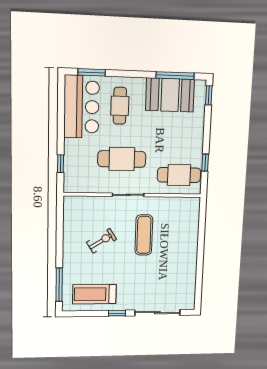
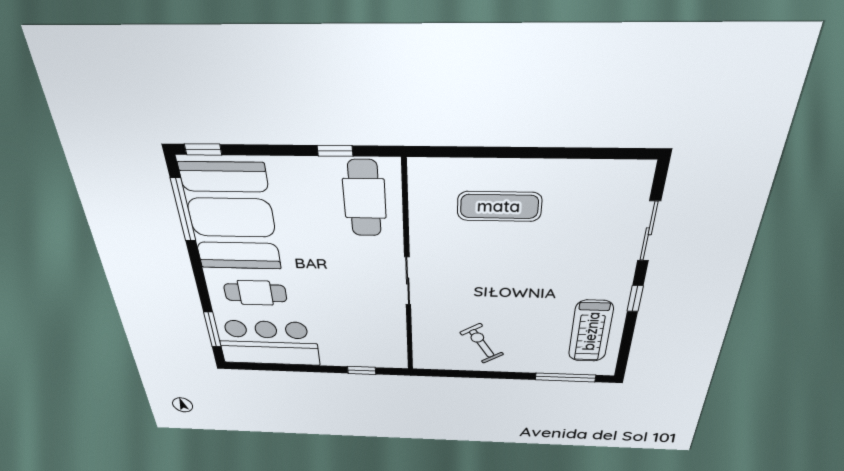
booth: (170, 95) -> (231, 218), width x1.36, depth x1.42
cafe table: (122, 159) -> (345, 290), removed
exercise mat: (144, 235) -> (499, 206), moved
exercise bike: (102, 241) -> (482, 343), moved
sliding door: (157, 313) -> (649, 231), width x0.73

